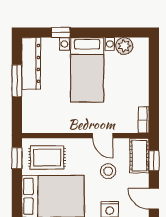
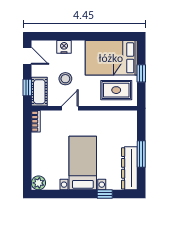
plant: (124, 46) -> (38, 183), moved
door: (103, 136) -> (70, 108), hinge flipped
window: (17, 158) -> (141, 73), moved

